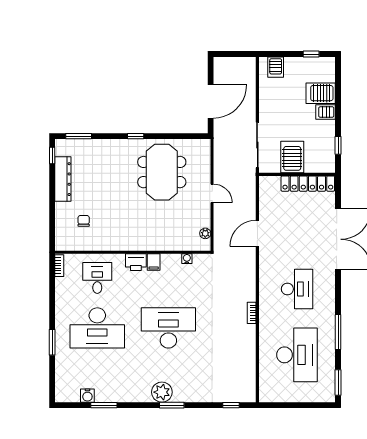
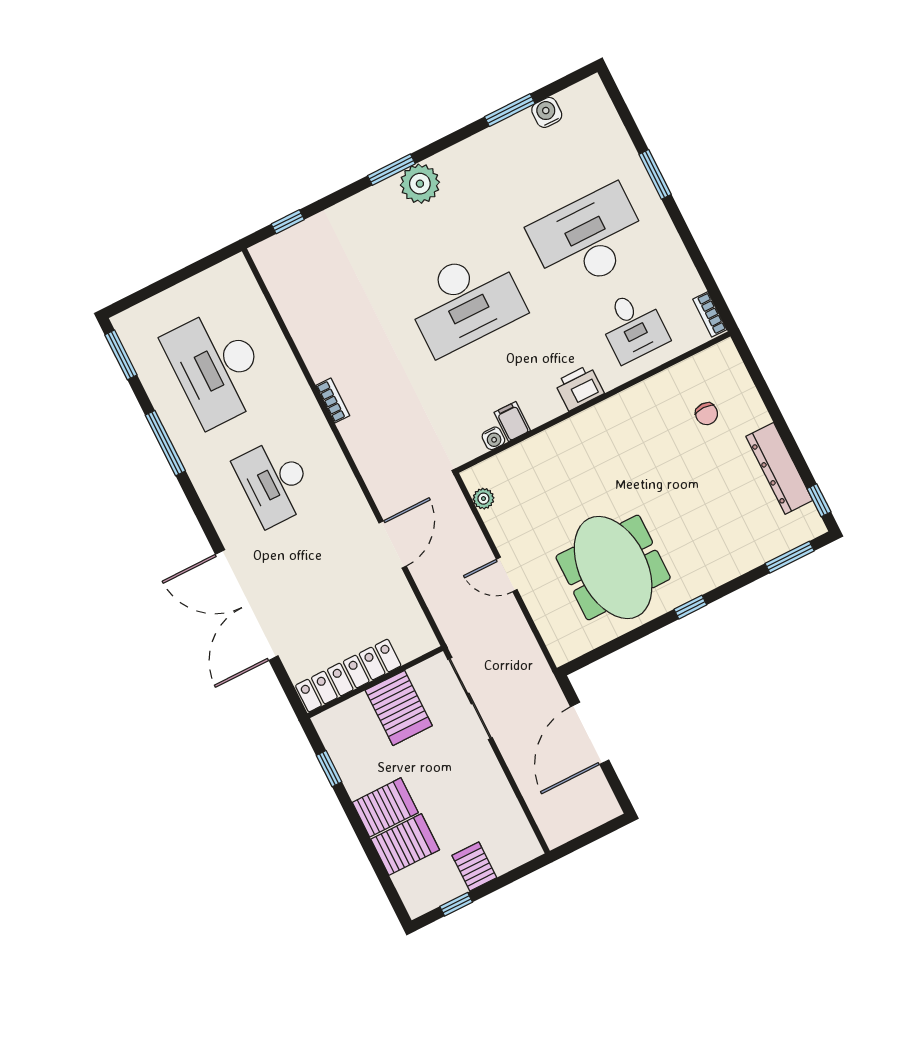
server rack: (276, 67) -> (474, 867), moved
server rack: (325, 112) -> (385, 807), width x1.36, depth x1.44
filing cabinet: (154, 262) -> (512, 422), moved

